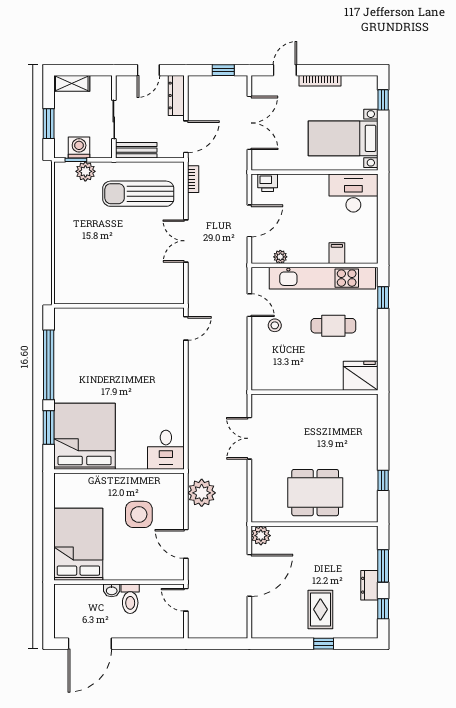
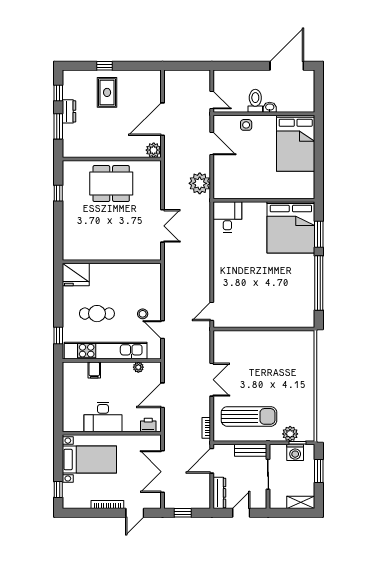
desk: (353, 193) -> (103, 417), moved
side table: (139, 514) -> (246, 125), moved, width x0.54, depth x0.54

